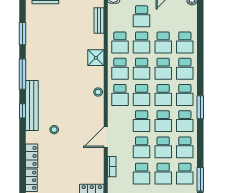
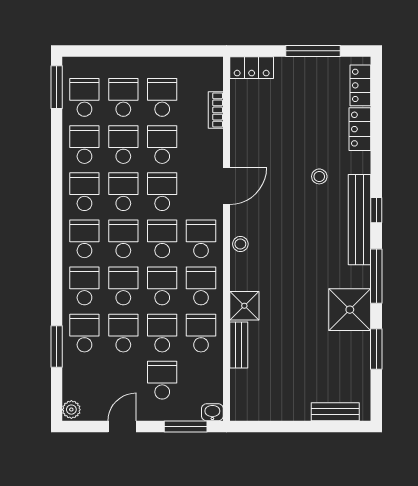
bench: (99, 20) -> (239, 345), moved
shower: (37, 56) -> (350, 310), added
window: (200, 107) -> (57, 347), moved
door: (106, 137) -> (227, 186), moved

